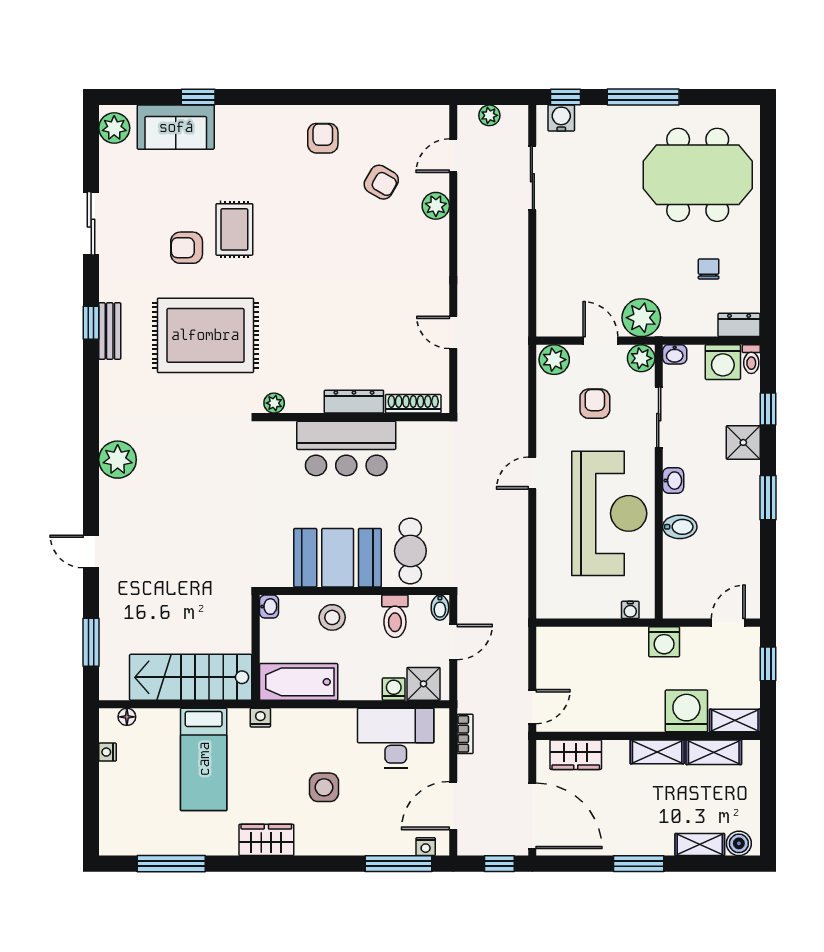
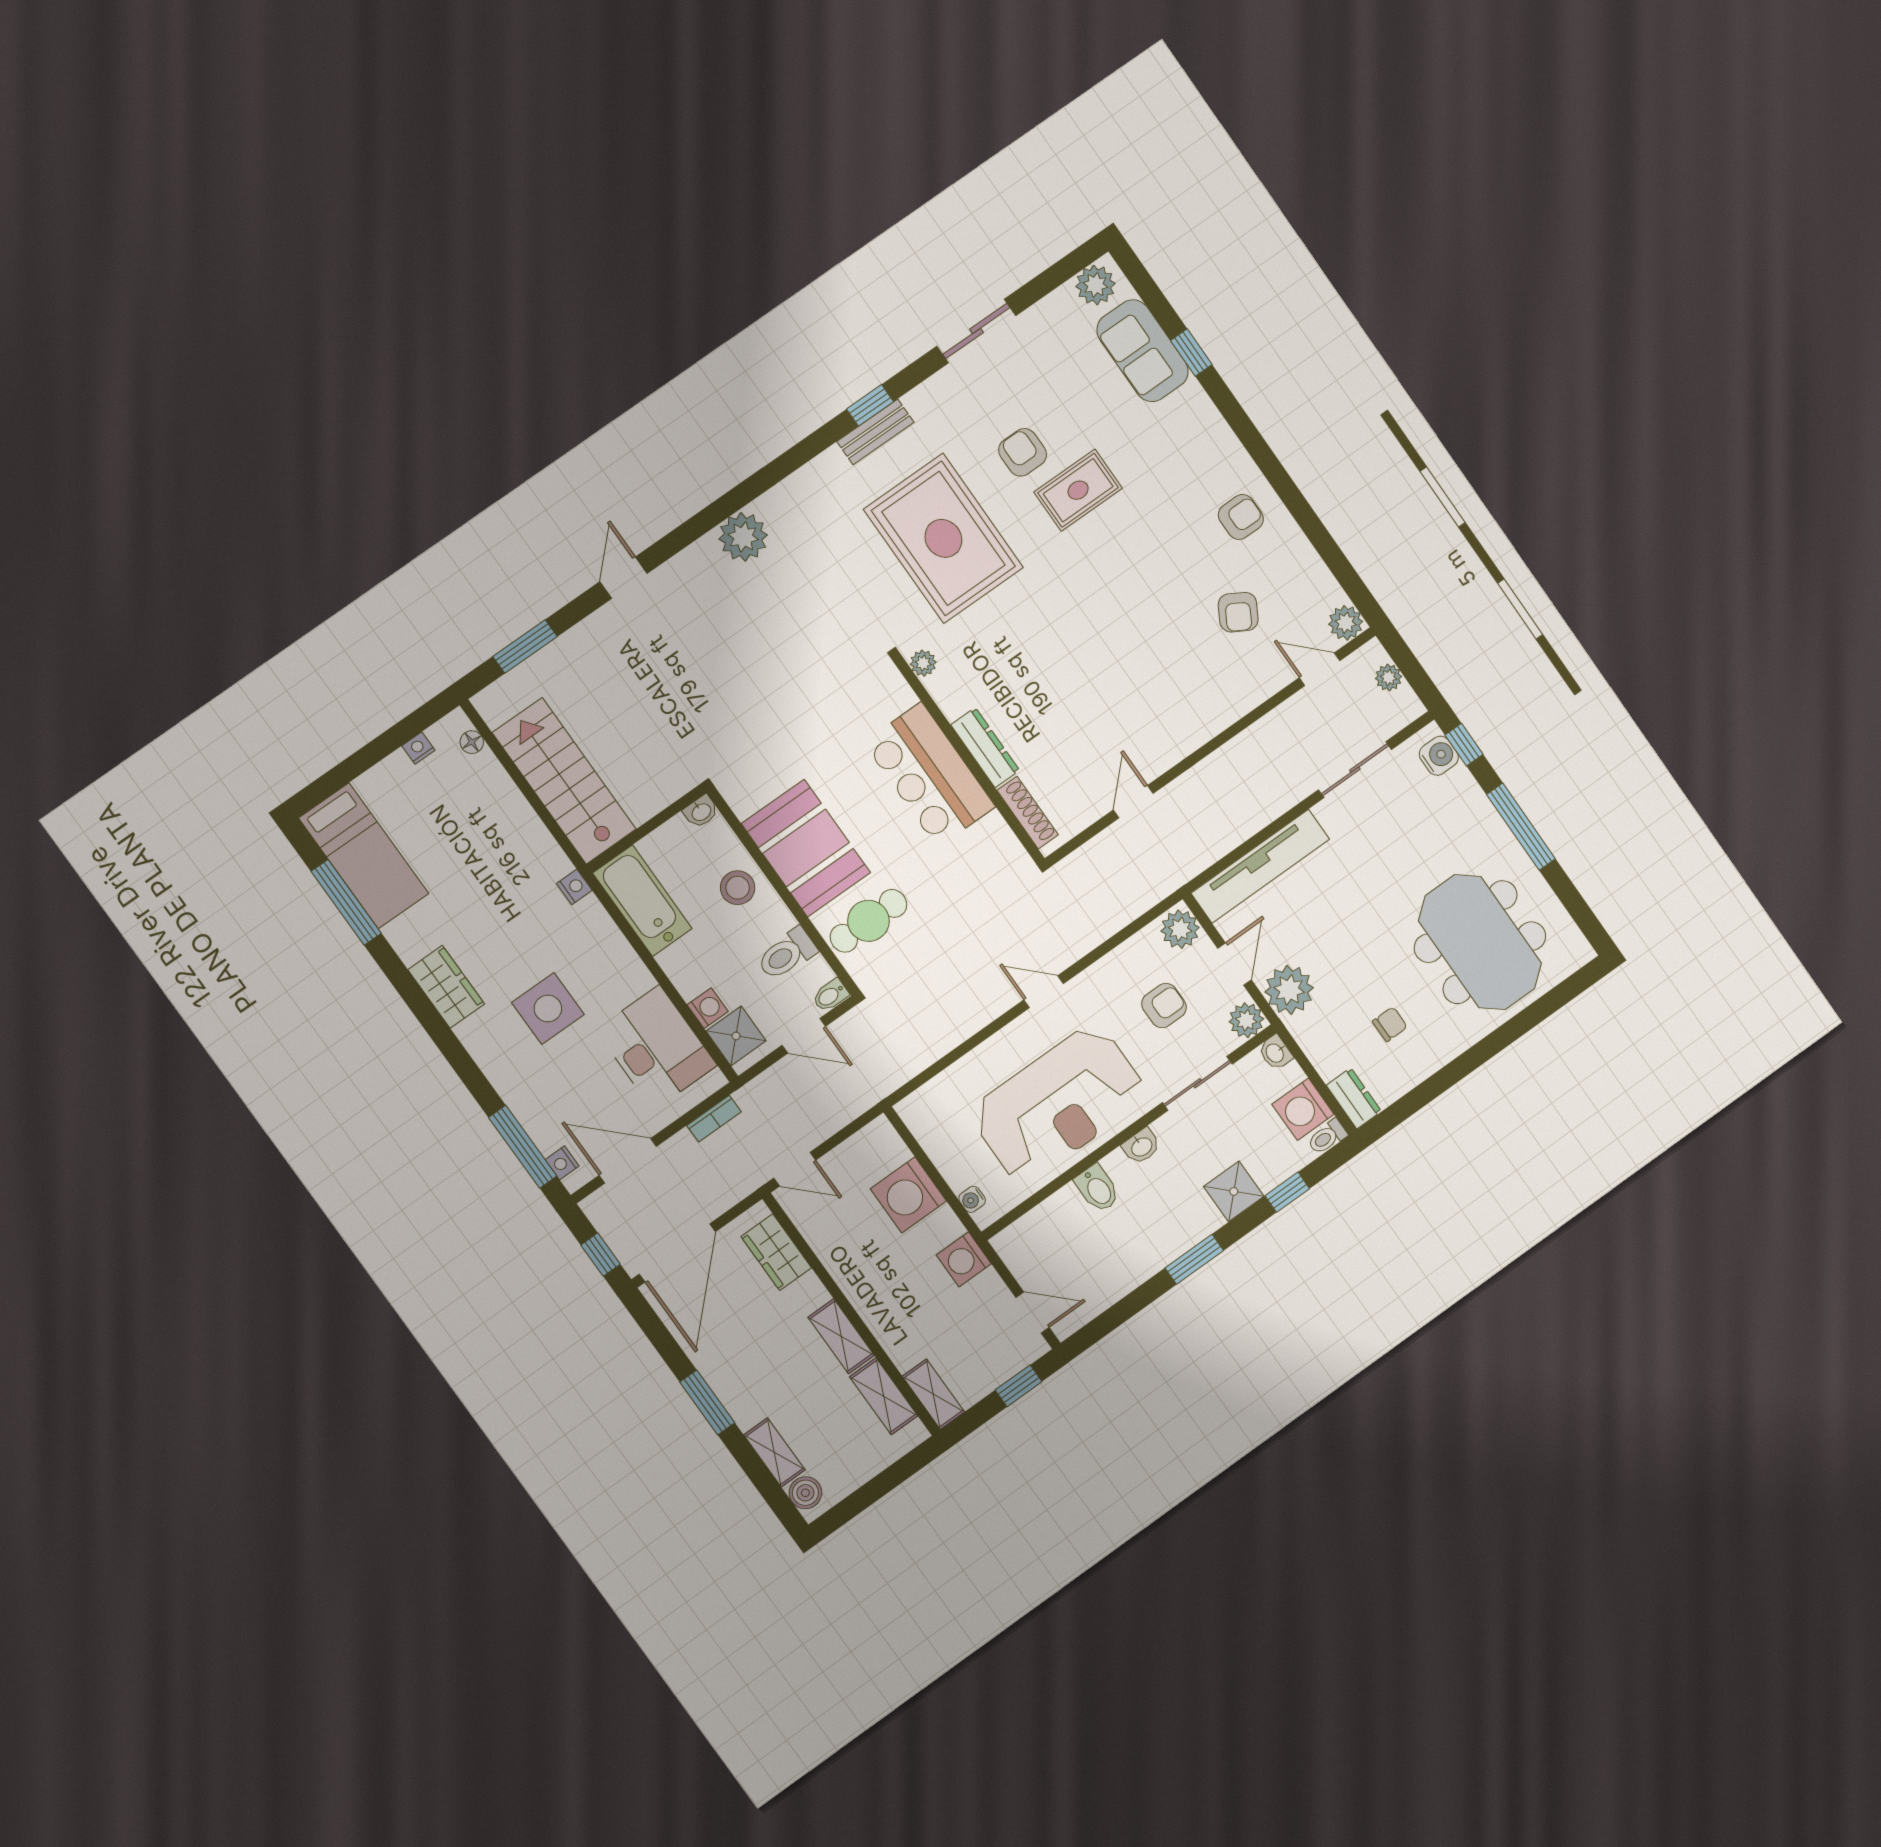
plant: (436, 206) -> (1346, 623), moved
tv unit: (551, 281) -> (1260, 866), added
washing machine: (686, 711) -> (908, 1195), moved, turned 180
bed: (204, 759) -> (364, 856), moved, turned -90
side table: (324, 787) -> (548, 1009), width x1.37, depth x1.37

